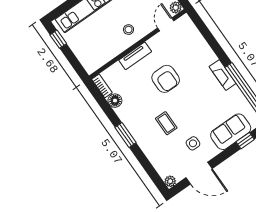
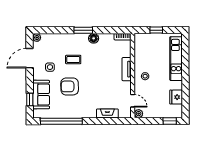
window: (58, 39) -> (156, 30), moved
fireplace: (223, 75) -> (107, 113), moved
armchair: (166, 79) -> (70, 86), moved
floor lamp: (115, 101) -> (94, 38), moved

